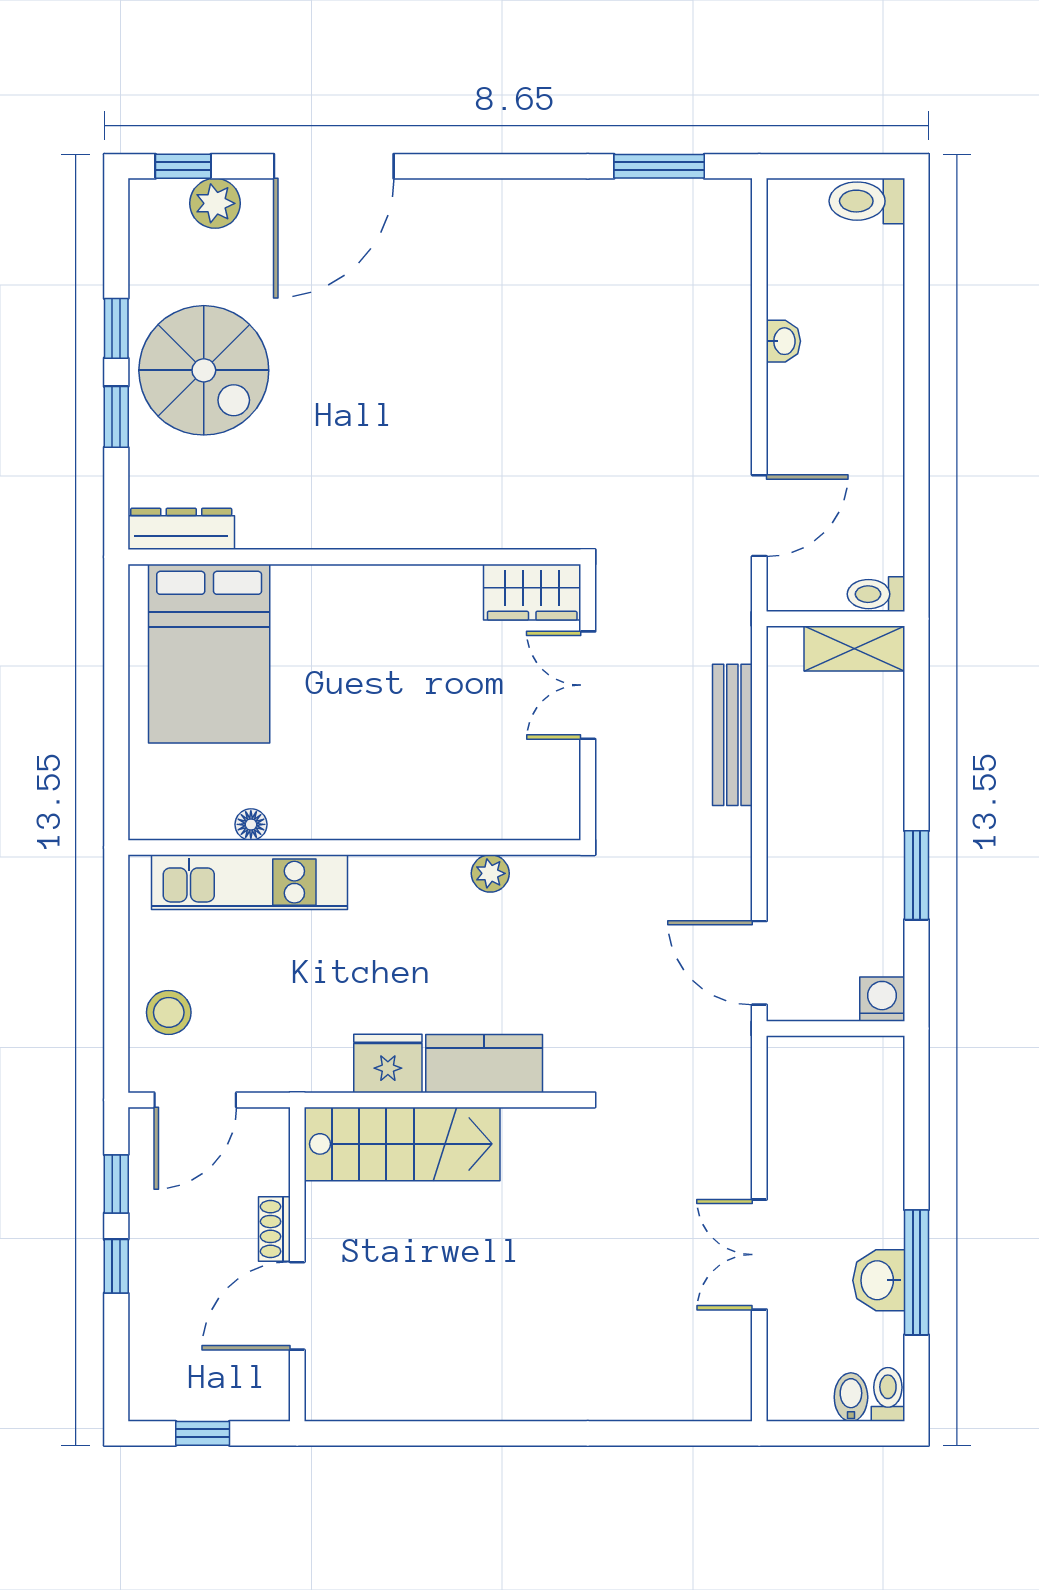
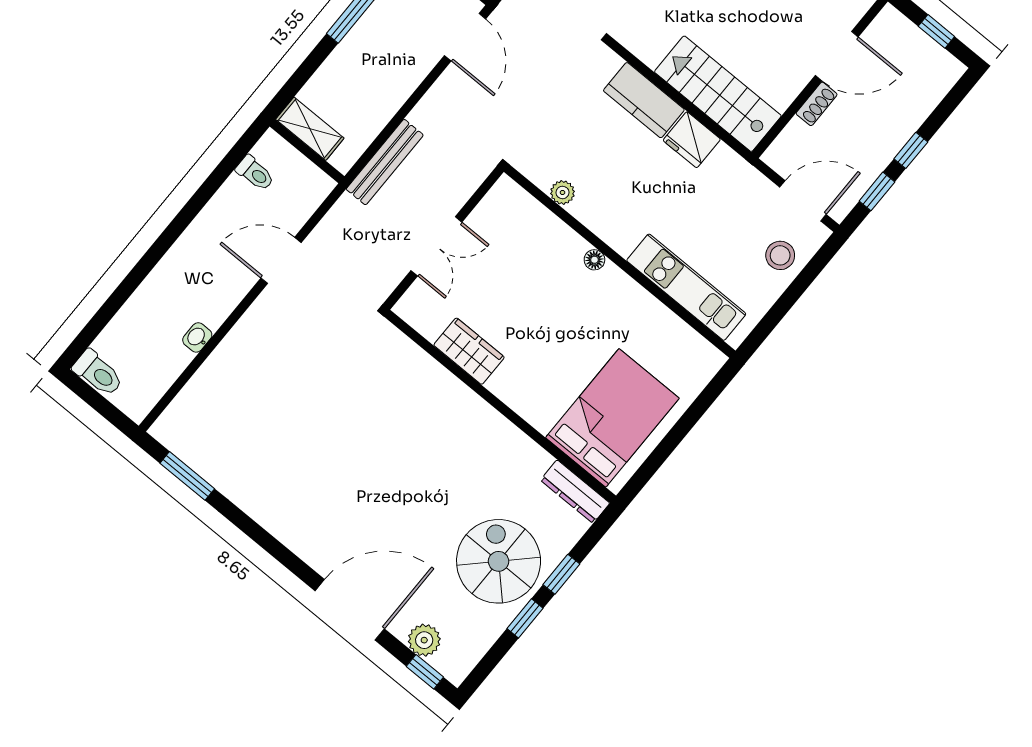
wardrobe: (532, 592) -> (469, 351), moved
wall: (836, 619) -> (307, 151), moved
shelving: (854, 649) -> (310, 129), moved
floor lamp: (251, 824) -> (594, 260), moved

